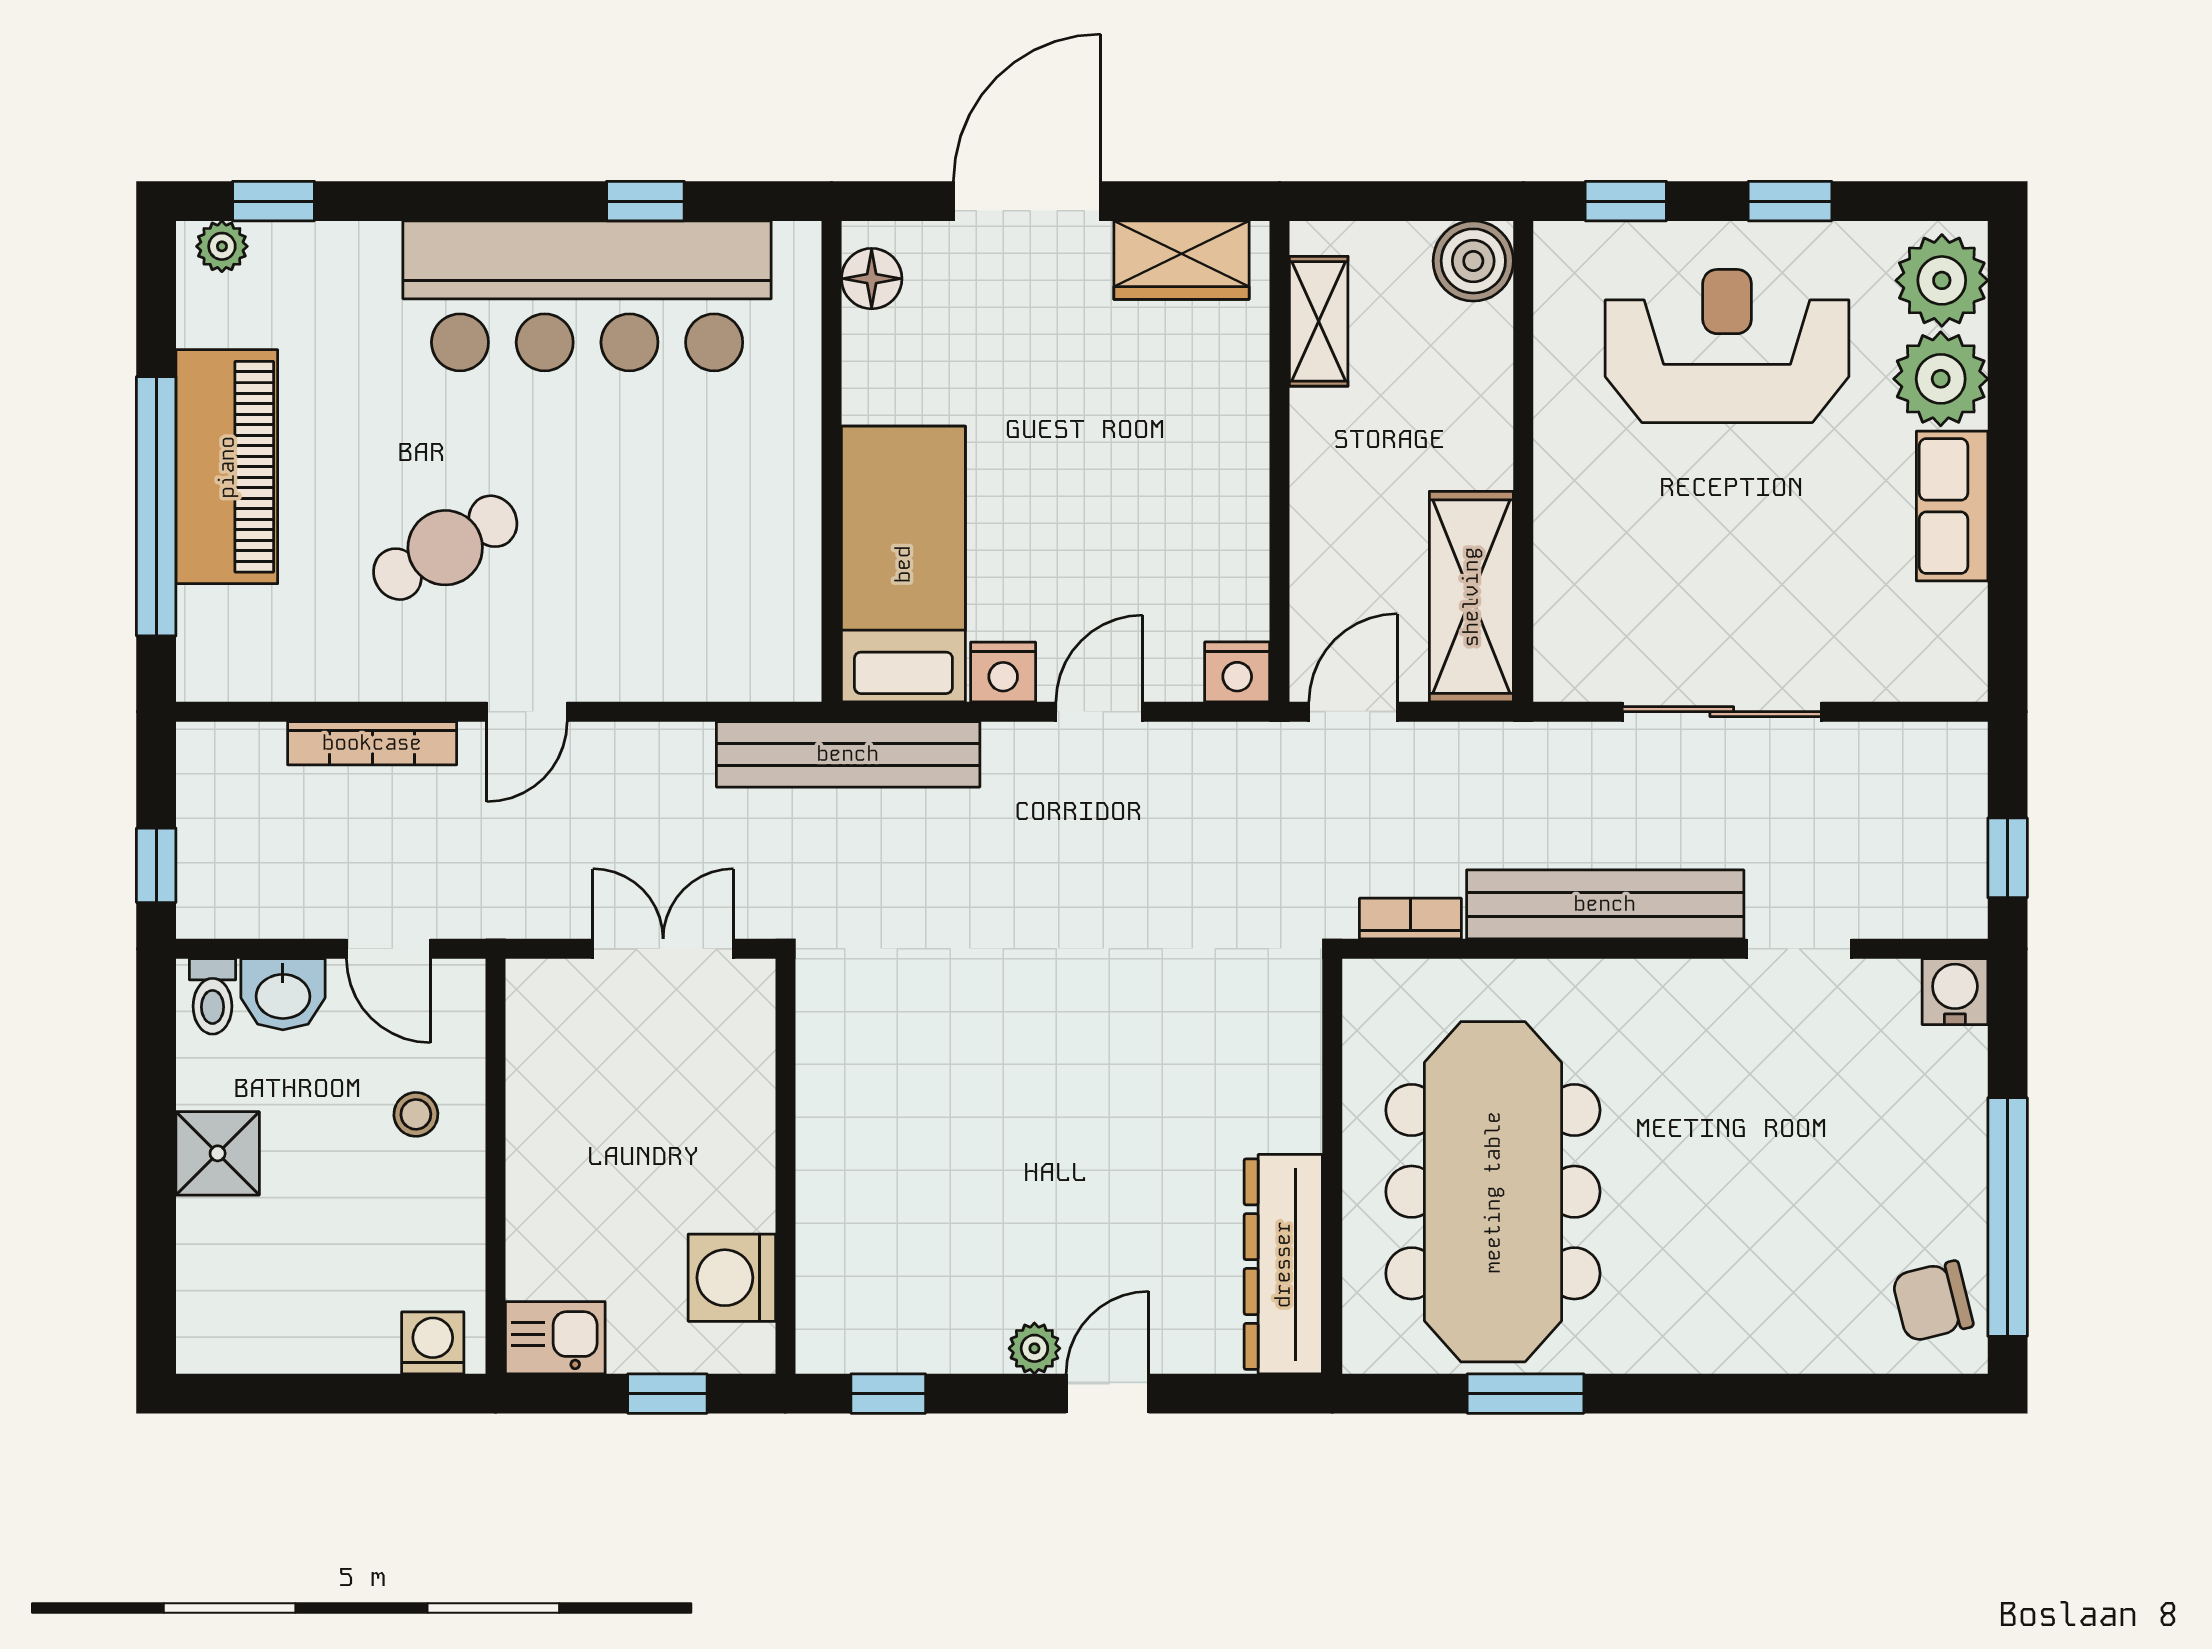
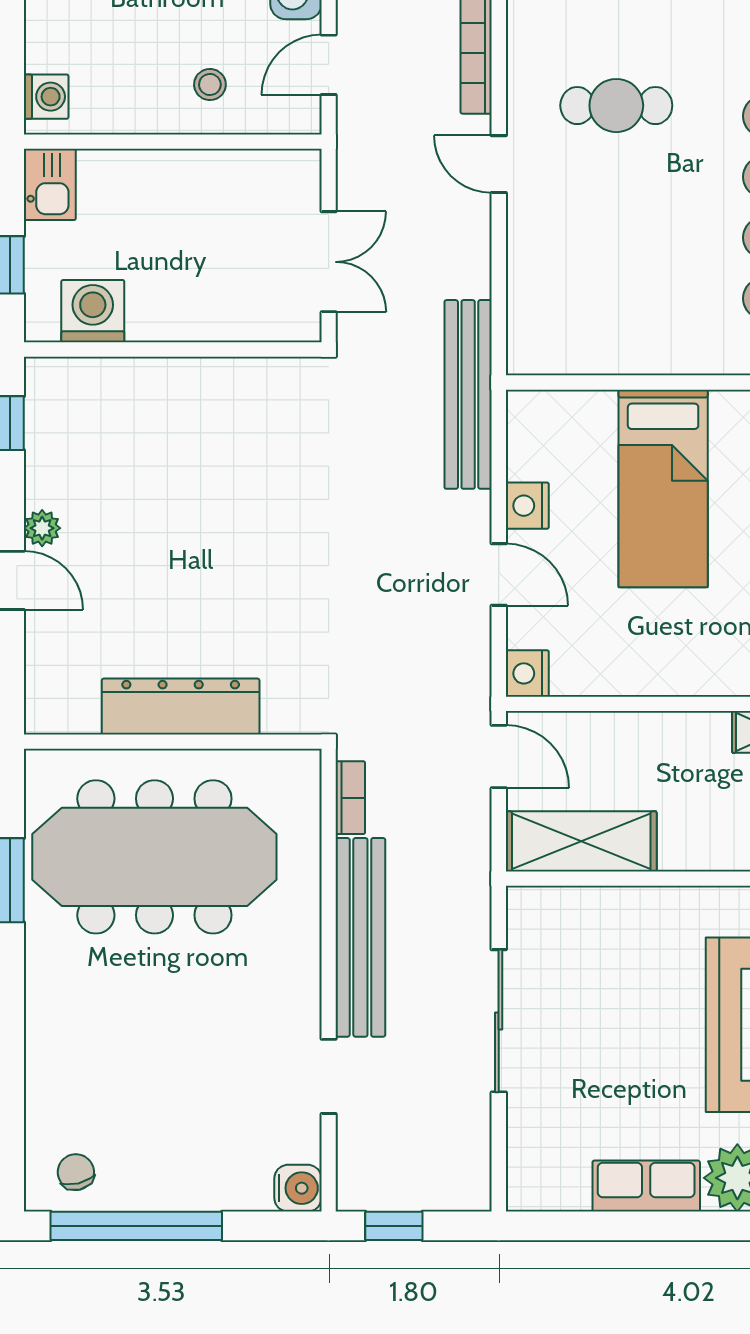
cafe table: (445, 548) -> (616, 106), turned -61
bed: (903, 564) -> (663, 488), moved, turned 90
dresser: (1283, 1264) -> (181, 706), moved
chair: (1933, 1301) -> (76, 1172), width x0.73, depth x0.73

